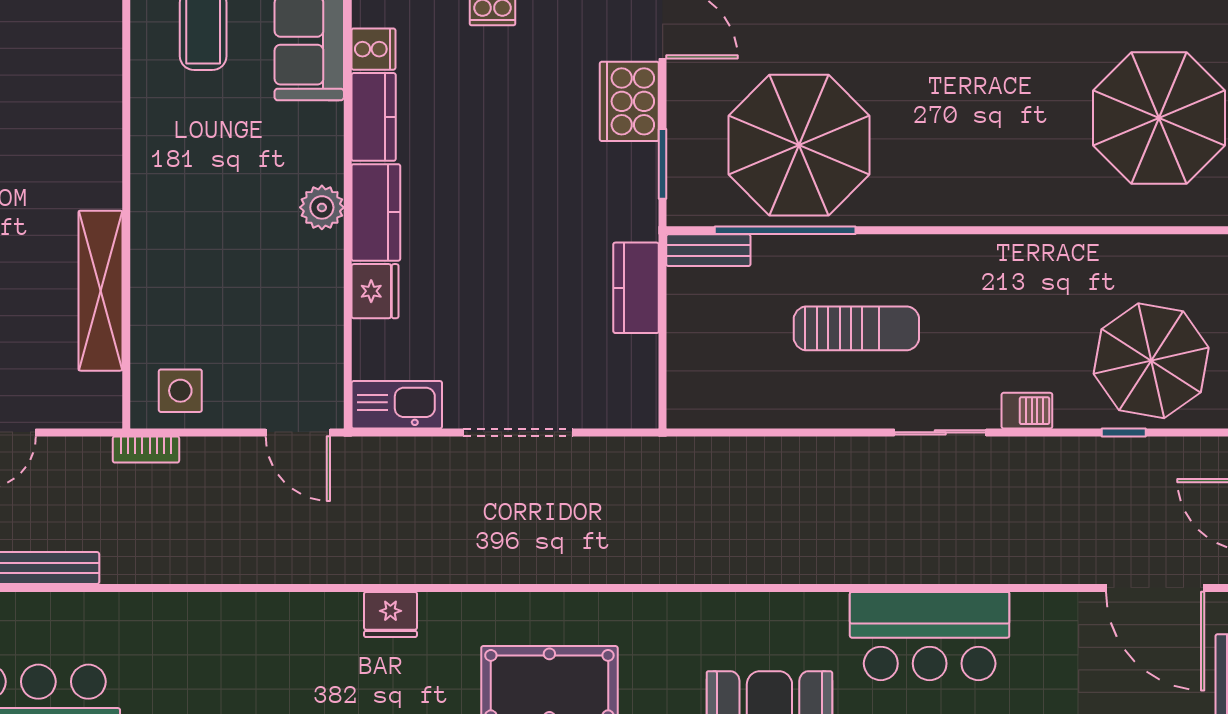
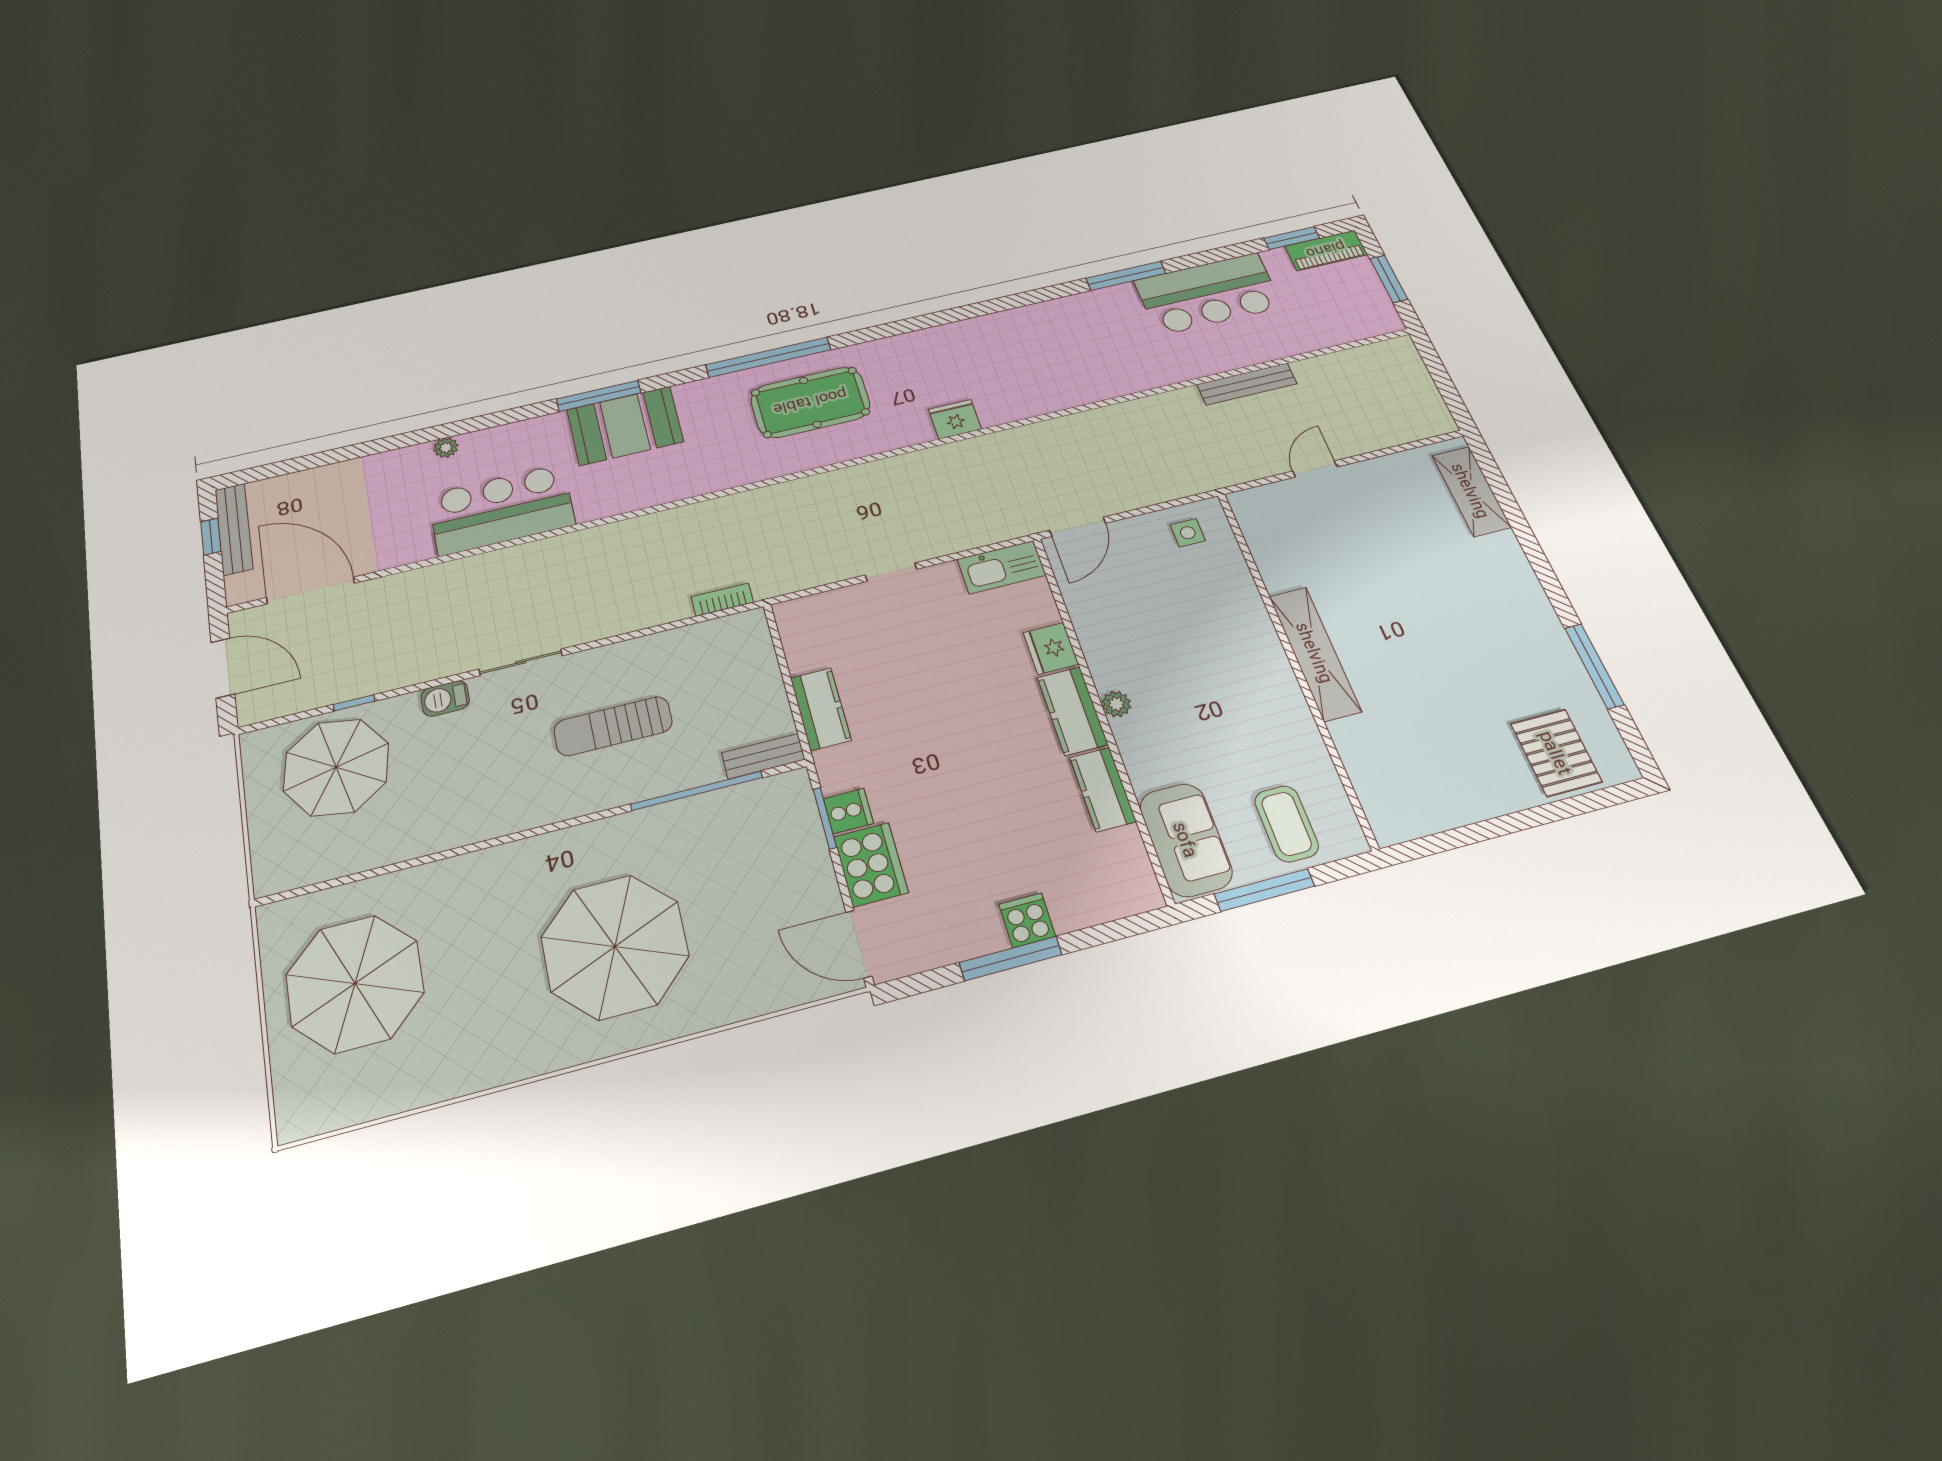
cooker: (373, 49) -> (848, 811), moved, turned 180
parasol: (799, 145) -> (615, 947), moved
plant: (322, 207) -> (1116, 704), width x0.73, depth x0.73
shelving: (100, 291) -> (1315, 653), moved
side table: (180, 391) -> (1188, 533), width x0.73, depth x0.73
door: (298, 432) -> (1078, 527), swing flipped
doorway: (518, 432) -> (891, 572), width x0.53
bookcase: (146, 450) -> (722, 600), moved

